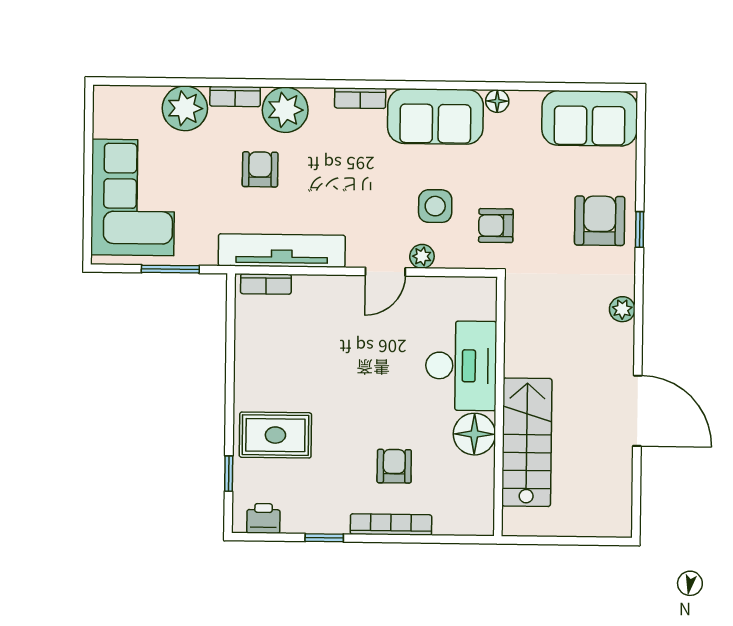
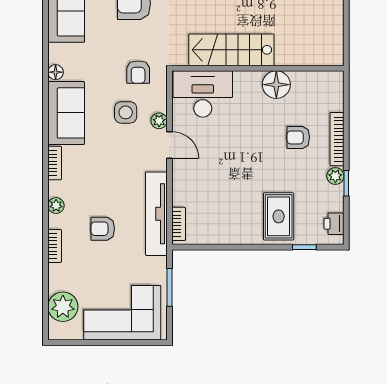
plant: (185, 108) -> (63, 307), moved
plant: (285, 110) -> (56, 206), width x0.53, depth x0.53
desk: (461, 366) -> (203, 94), moved
stairs: (527, 442) -> (231, 50), moved
plant: (335, 521) -> (335, 176), added

